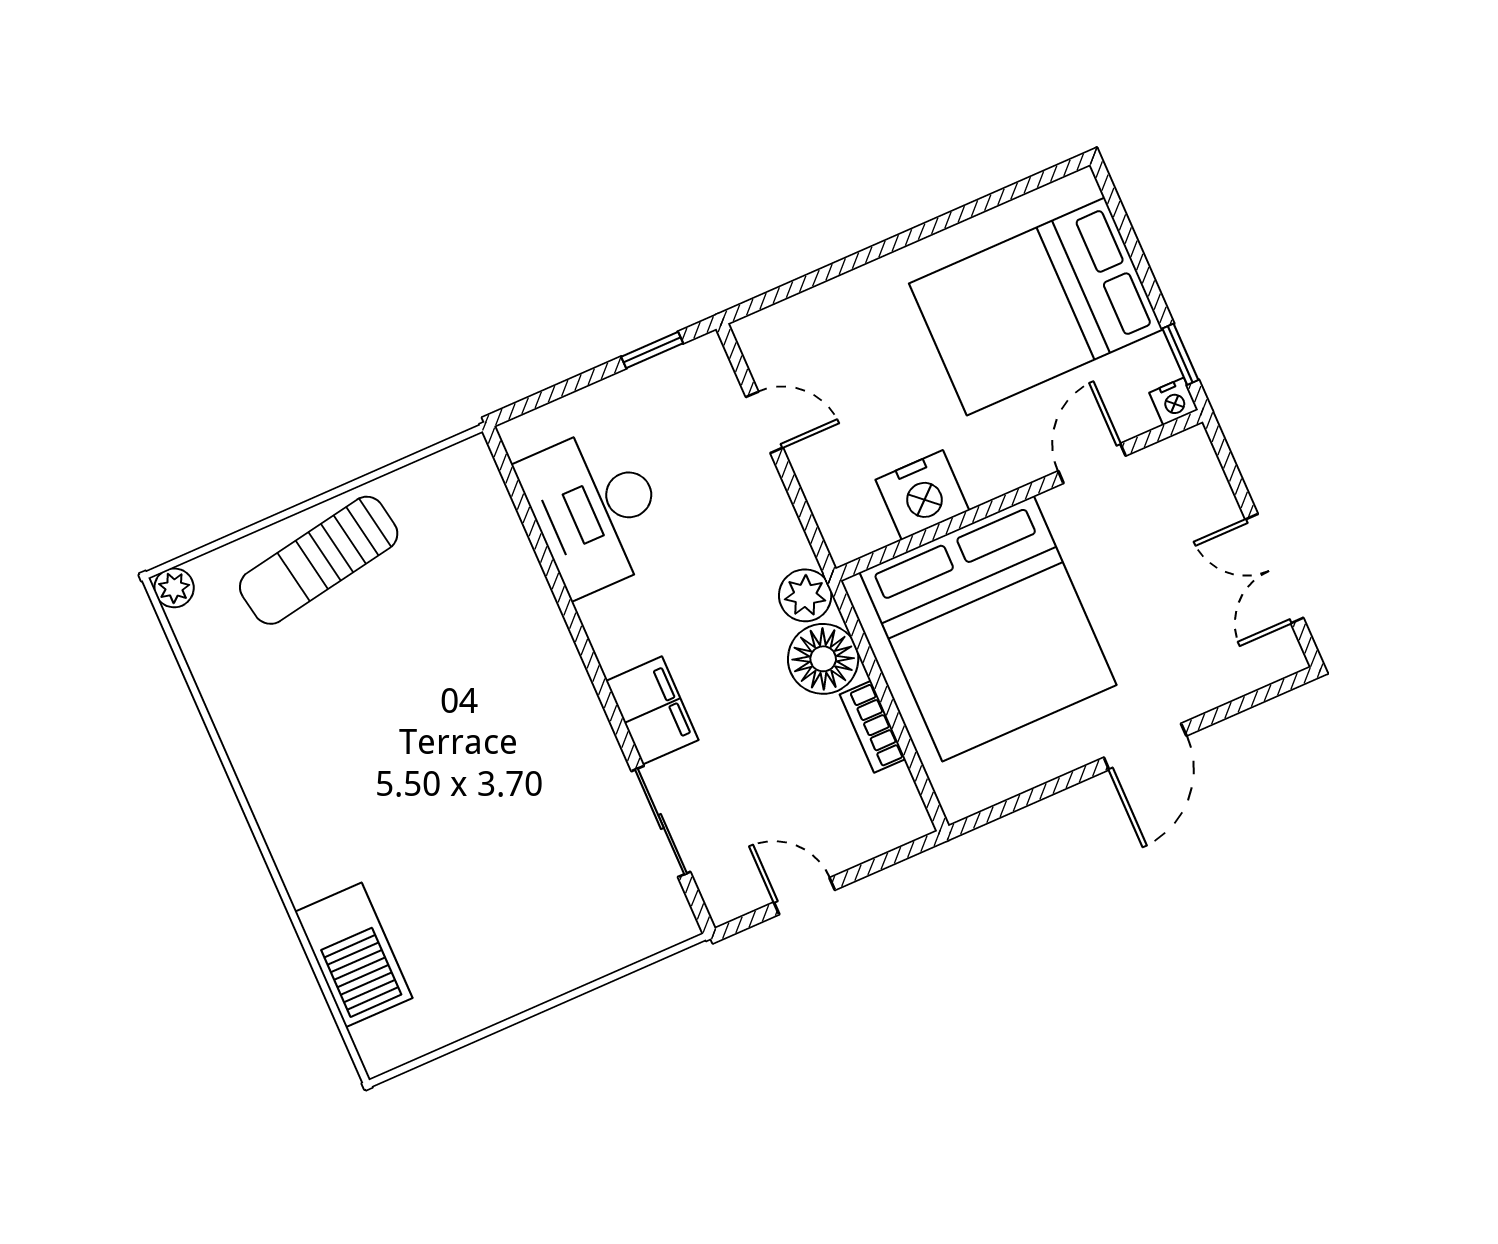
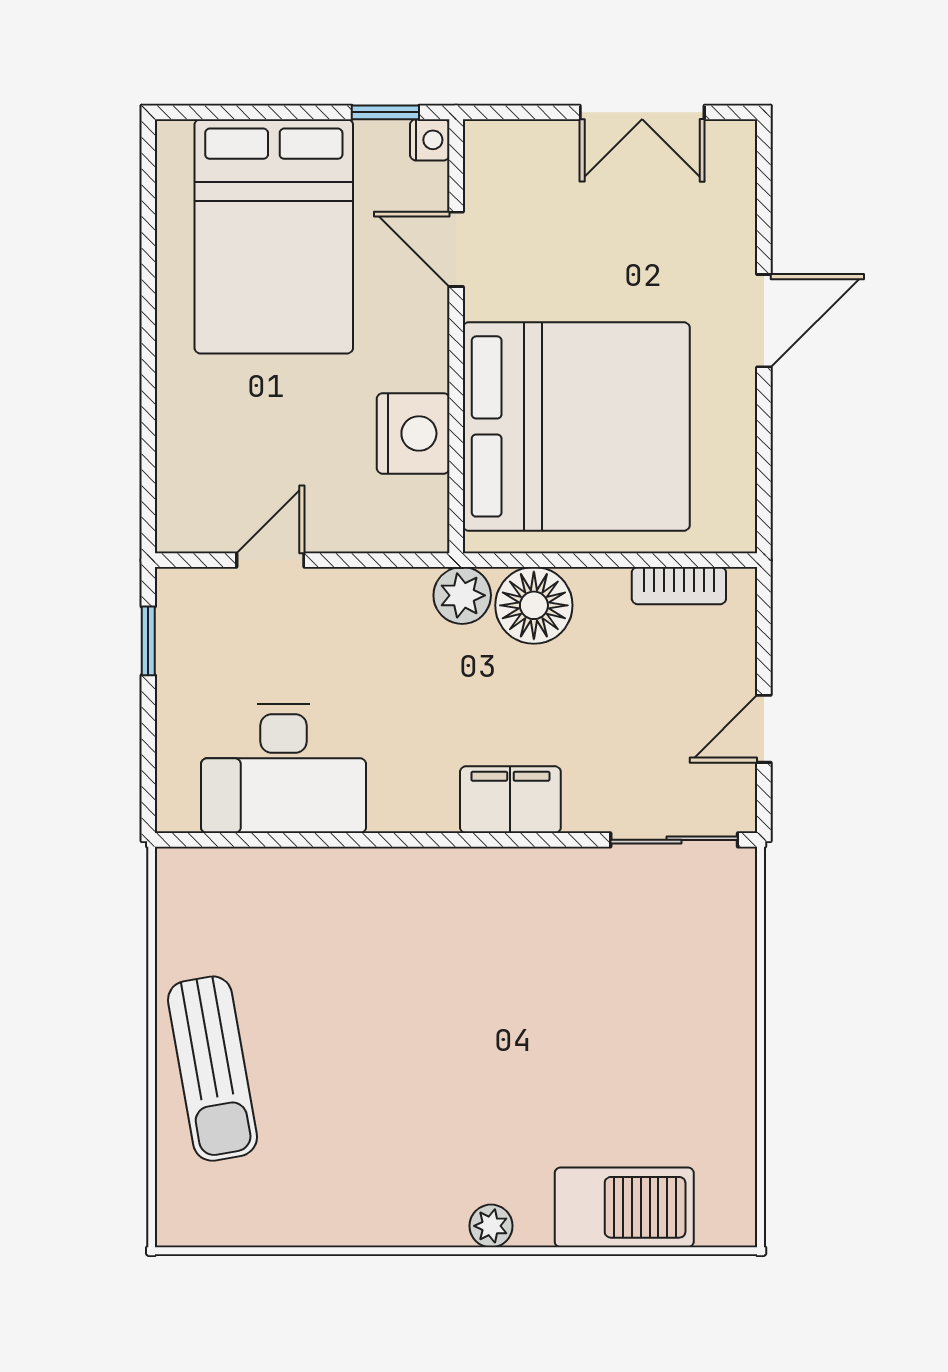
plant: (174, 588) -> (491, 1226), moved
bookcase: (873, 727) -> (679, 586), moved
door: (1145, 747) -> (764, 321), hinge flipped
sliding door: (661, 821) -> (674, 840), moved

